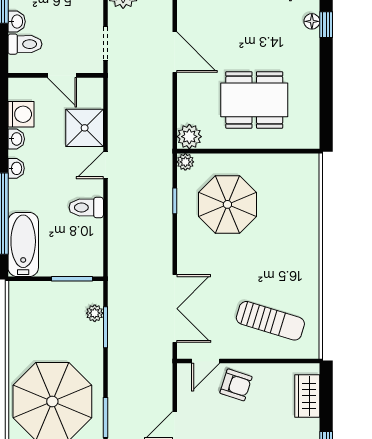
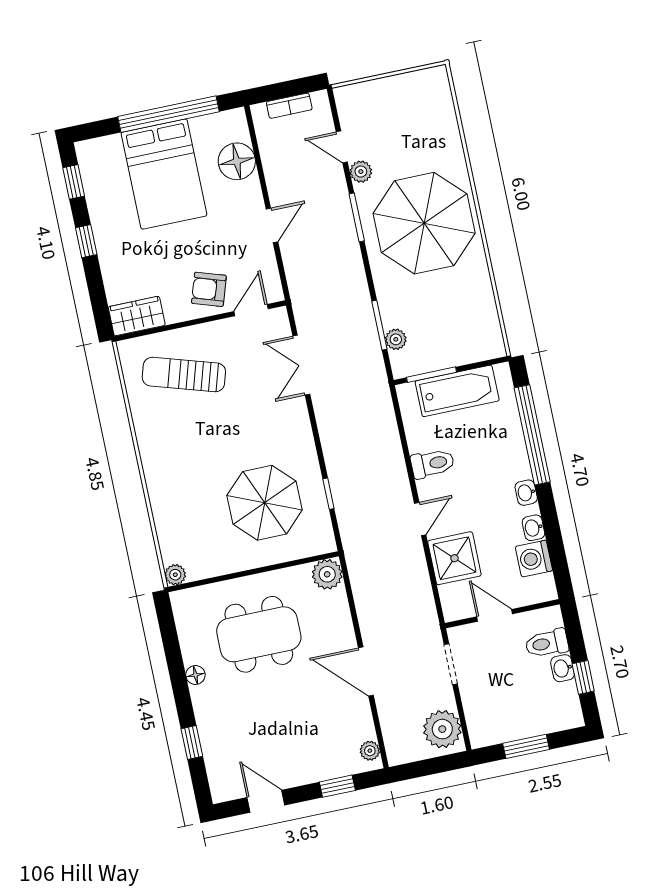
floor lamp: (312, 21) -> (195, 675), moved
plant: (185, 162) -> (175, 575), moved
bathtub: (23, 245) -> (457, 391), moved, turned -90
double door: (175, 309) -> (301, 365), width x0.73
wardrobe: (307, 396) -> (137, 316), moved, turned -90

